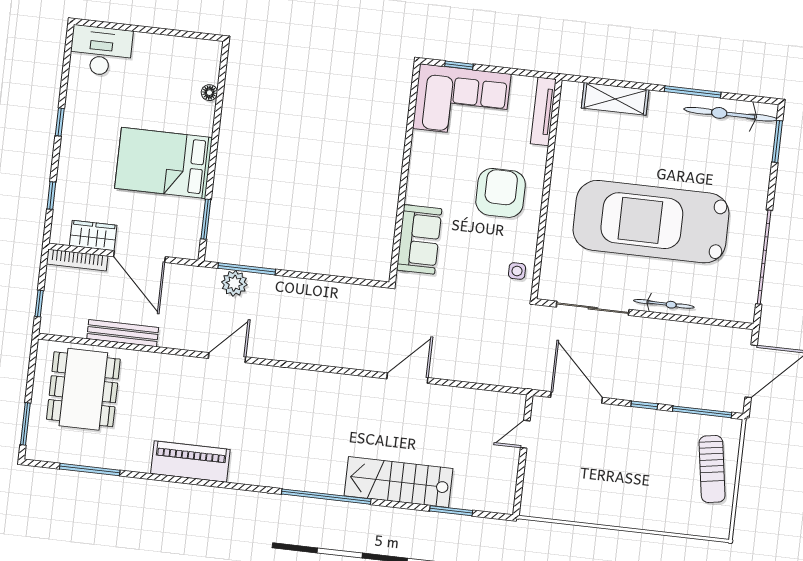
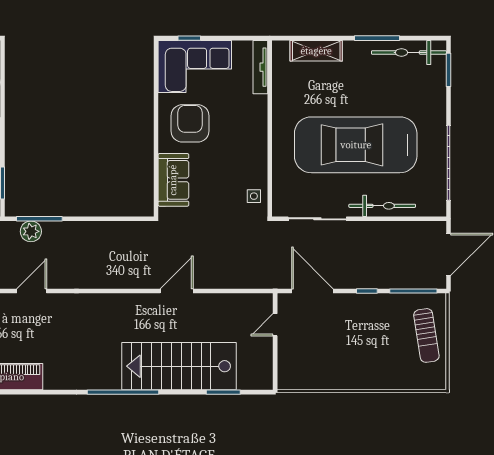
armchair: (501, 193) -> (190, 123), moved
bicycle: (664, 304) -> (382, 206), width x1.37, depth x1.40
stairs: (398, 482) -> (179, 366), width x1.36, depth x1.51

